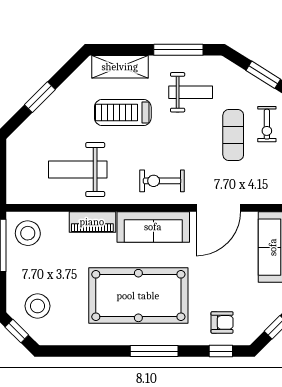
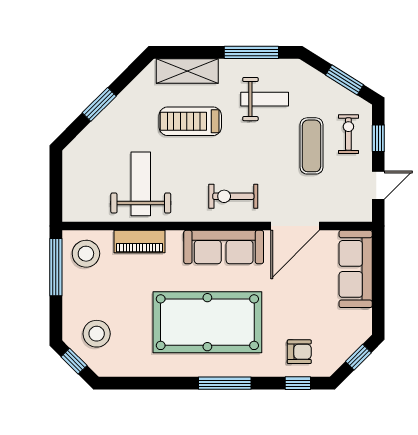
exercise bike: (267, 124) -> (348, 134), turned 180
weight bench: (78, 170) -> (141, 184), turned 90
piano: (92, 222) -> (140, 241), moved

